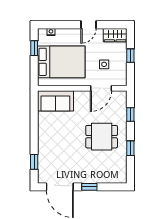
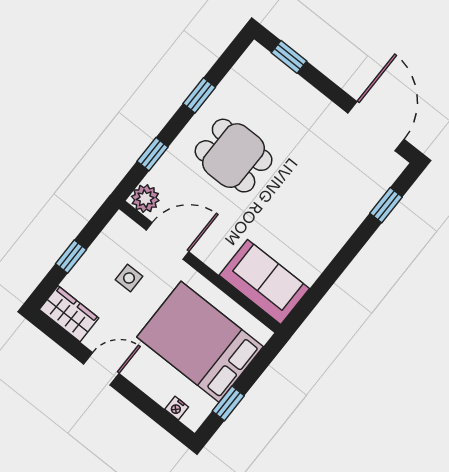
plant: (121, 97) -> (145, 199), added
window: (89, 187) -> (289, 57), moved

